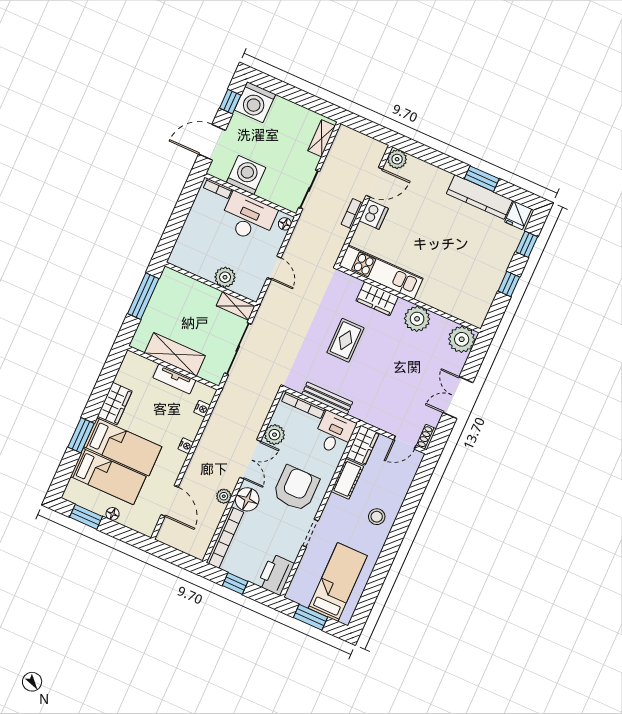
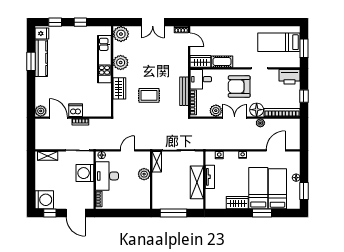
washing machine: (246, 175) -> (85, 173), moved
kitchen unit: (381, 272) -> (104, 59), moved
stool: (377, 517) -> (235, 37), removed

